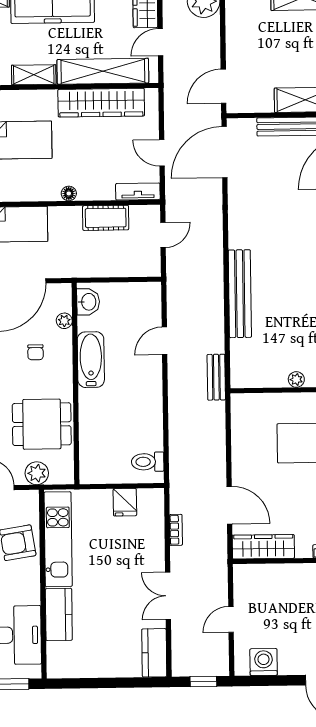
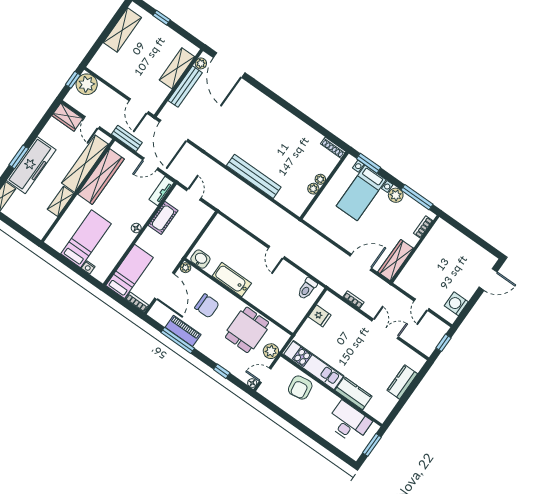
plant: (64, 321) -> (186, 268), moved
door: (165, 341) -> (276, 252), moved
chair: (35, 352) -> (207, 306), width x1.87, depth x1.87
bench: (216, 377) -> (127, 138), moved
plant: (278, 379) -> (313, 189), added
double door: (168, 596) -> (385, 329), swing flipped
kitchen counter: (154, 653) -> (402, 382), moved, turned 90

